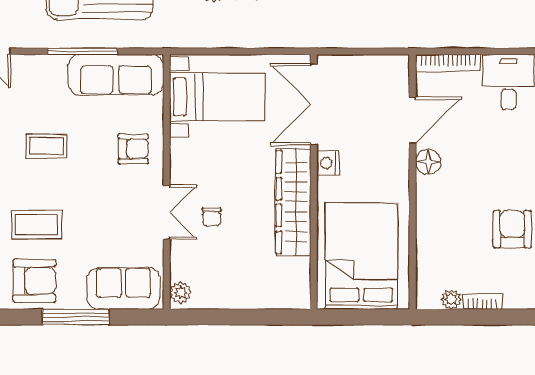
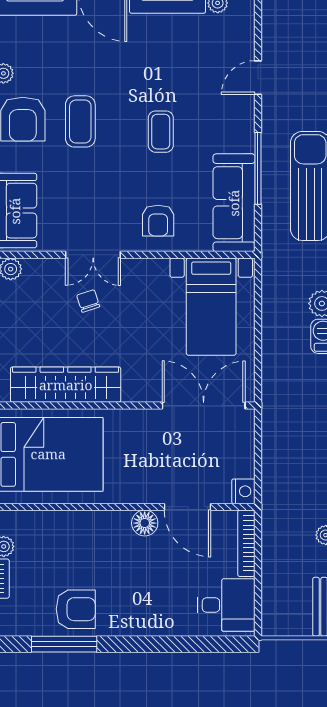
nightstand: (328, 163) -> (243, 491), moved, turned 90
wardrobe: (293, 202) -> (66, 385), moved
chair: (212, 217) -> (88, 301), turned 72

